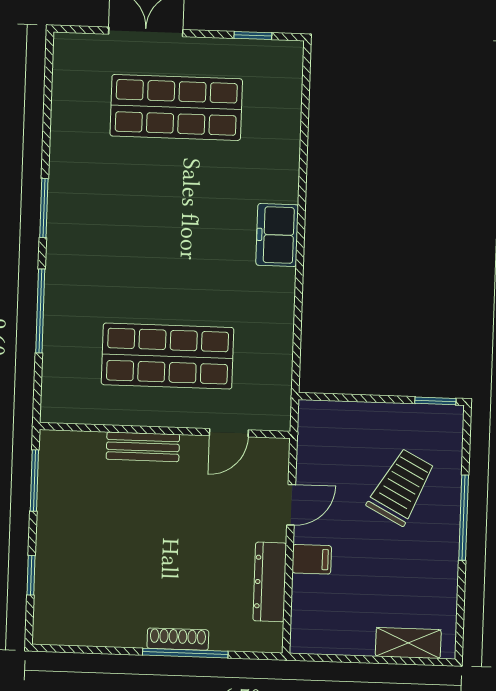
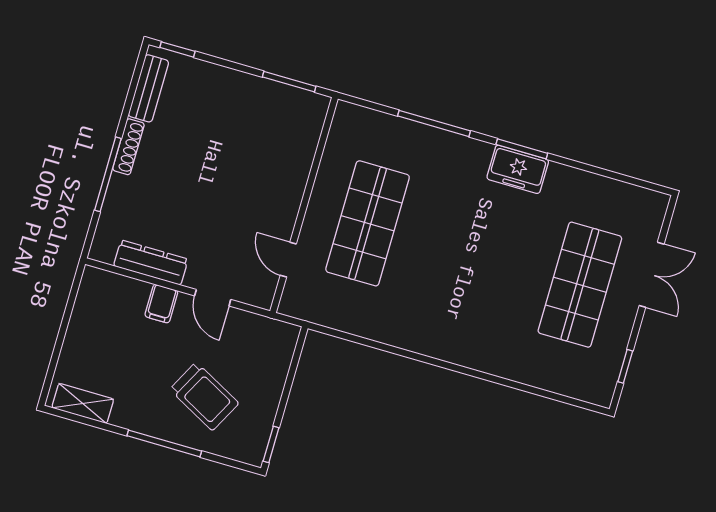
freezer: (277, 235) -> (518, 169), moved, turned 180
bench: (143, 447) -> (148, 88), moved
window: (31, 575) -> (177, 49), moved
shoe rack: (178, 639) -> (128, 147), moved
shelving: (408, 643) -> (83, 403), moved, turned 90

